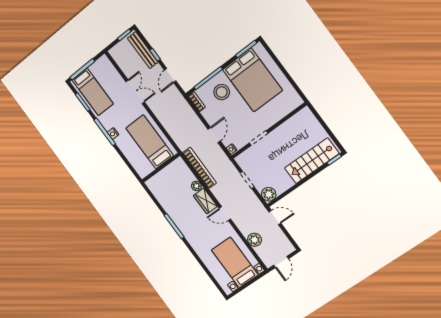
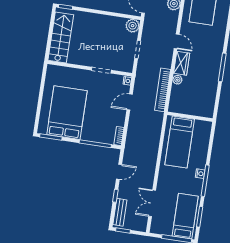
bench: (143, 50) -> (120, 212), width x0.73
double door: (135, 92) -> (152, 203), moved
stool: (222, 92) -> (95, 125), removed
stairs: (312, 161) -> (61, 37), moved, turned -90

